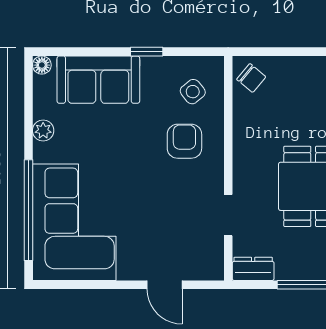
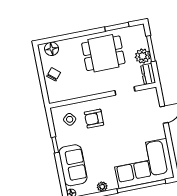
chair: (251, 78) -> (54, 74), moved
plant: (292, 265) -> (143, 56), added

